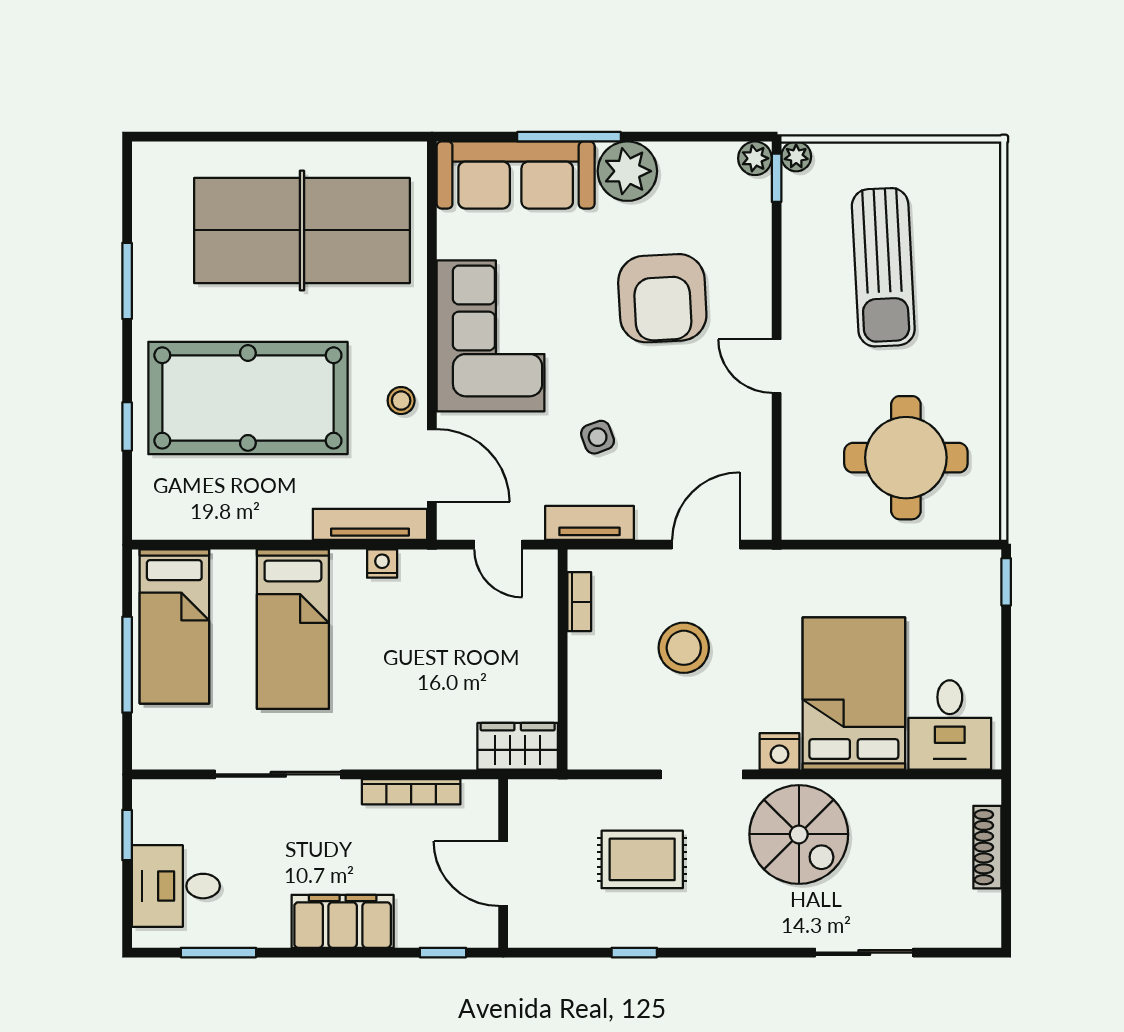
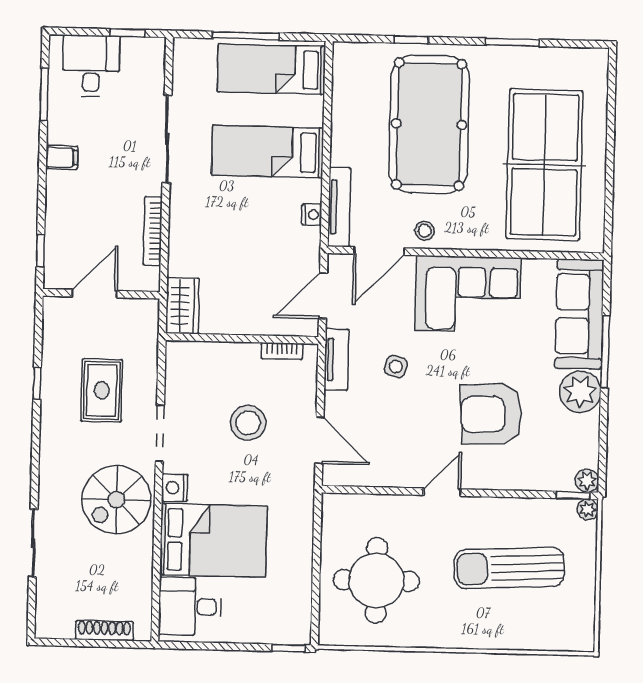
side table: (598, 437) -> (396, 367), turned 36
door: (498, 545) -> (323, 296), width x1.37
filing cabinet: (343, 921) -> (62, 157), width x0.33, depth x0.86

